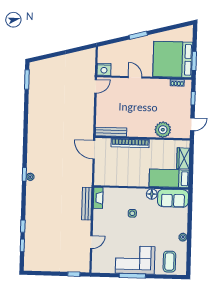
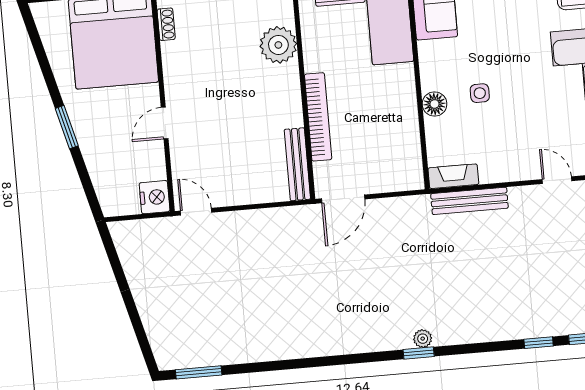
floor lamp: (152, 194) -> (435, 104), moved

